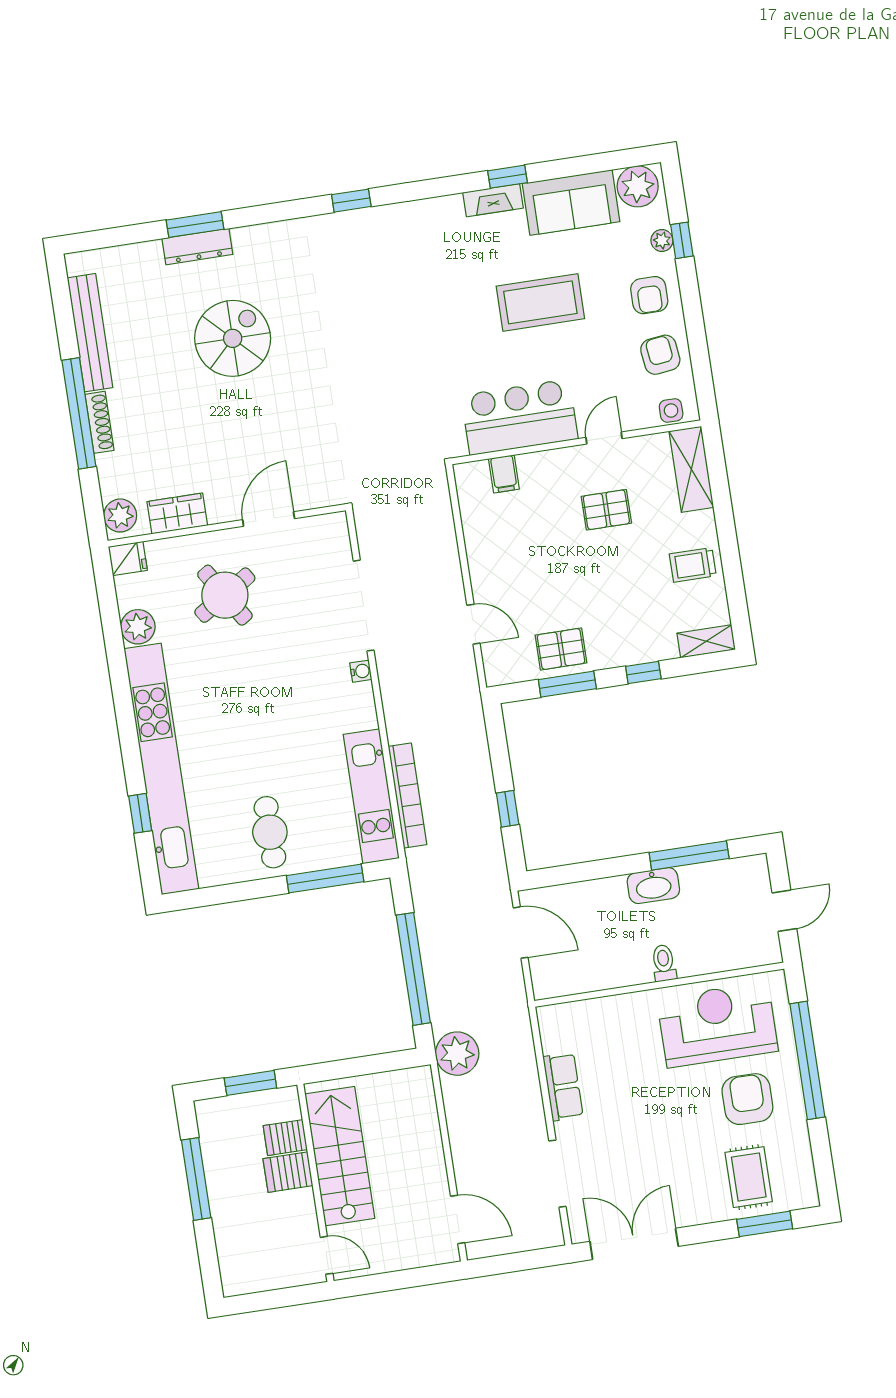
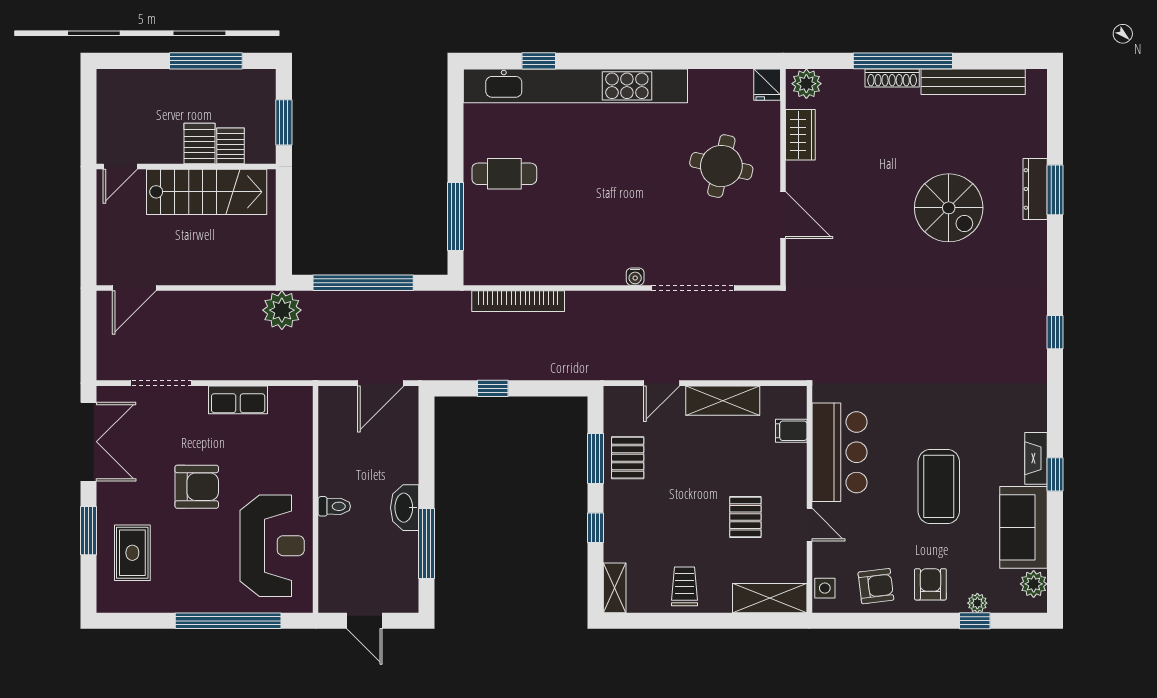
plant: (638, 186) -> (1034, 584), width x0.73, depth x0.73
armchair: (649, 295) -> (930, 584), turned 90
shelving: (482, 554) -> (723, 401), added
round table: (225, 595) -> (721, 166), turned 45
plant: (138, 627) -> (705, 84), removed
kitchen unit: (371, 796) -> (522, 269), removed
armchair: (747, 1099) -> (197, 487), moved
rug: (749, 1177) -> (132, 553), turned 90
window: (765, 1224) -> (88, 531), moved

